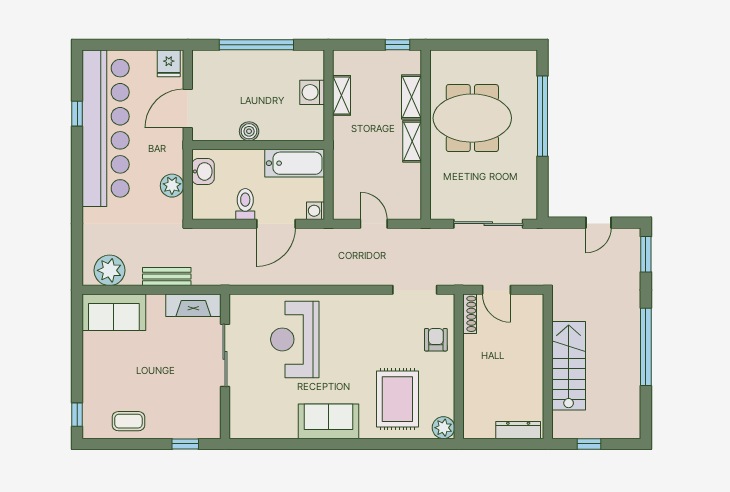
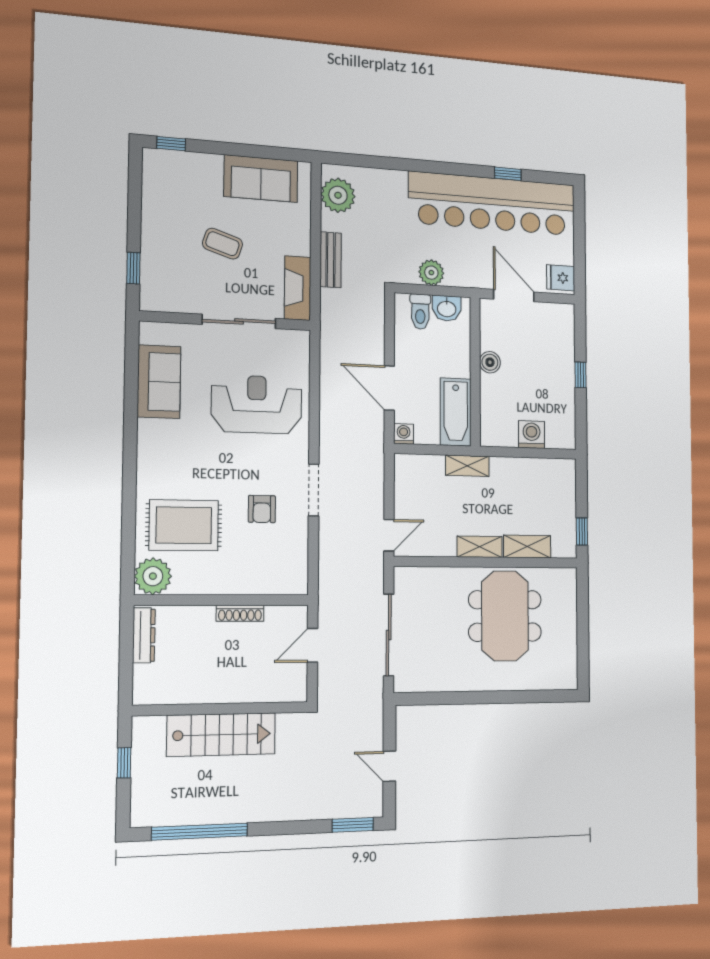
window: (256, 45) -> (581, 375), width x0.32
shelving: (342, 95) -> (467, 466), moved
window: (542, 116) -> (507, 697), removed
toilet: (245, 204) -> (420, 312), moved, turned 90
door: (374, 224) -> (389, 535), moved
doorway: (415, 290) -> (314, 490), moved
sofa: (114, 312) -> (261, 179), moved, turned -90
shoe rack: (470, 314) -> (240, 613), moved
armchair: (436, 340) -> (262, 509), moved, turned 90
window: (646, 347) -> (200, 832), moved
coffee table: (128, 421) -> (222, 244), moved, turned -72
sofa: (328, 421) -> (159, 382), moved
plant: (443, 428) -> (153, 576), width x1.36, depth x1.36
dresser: (518, 430) -> (144, 635), moved

